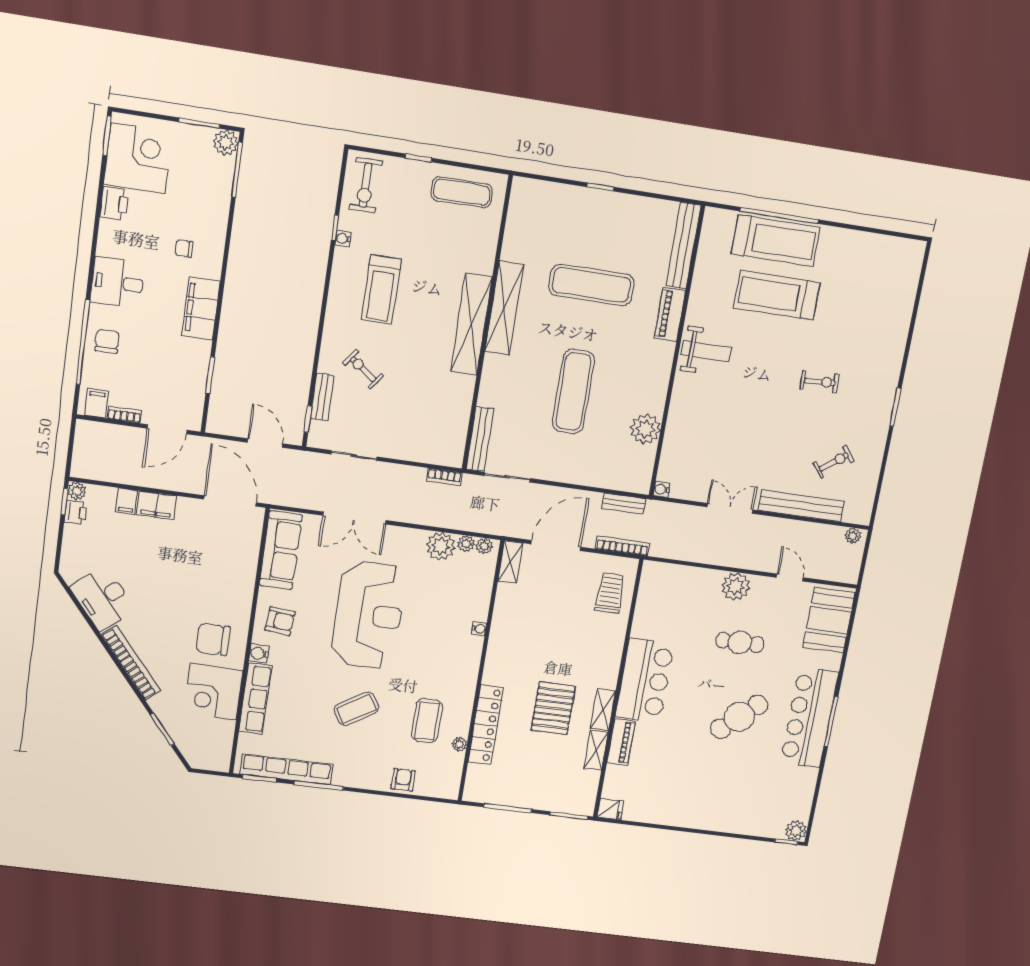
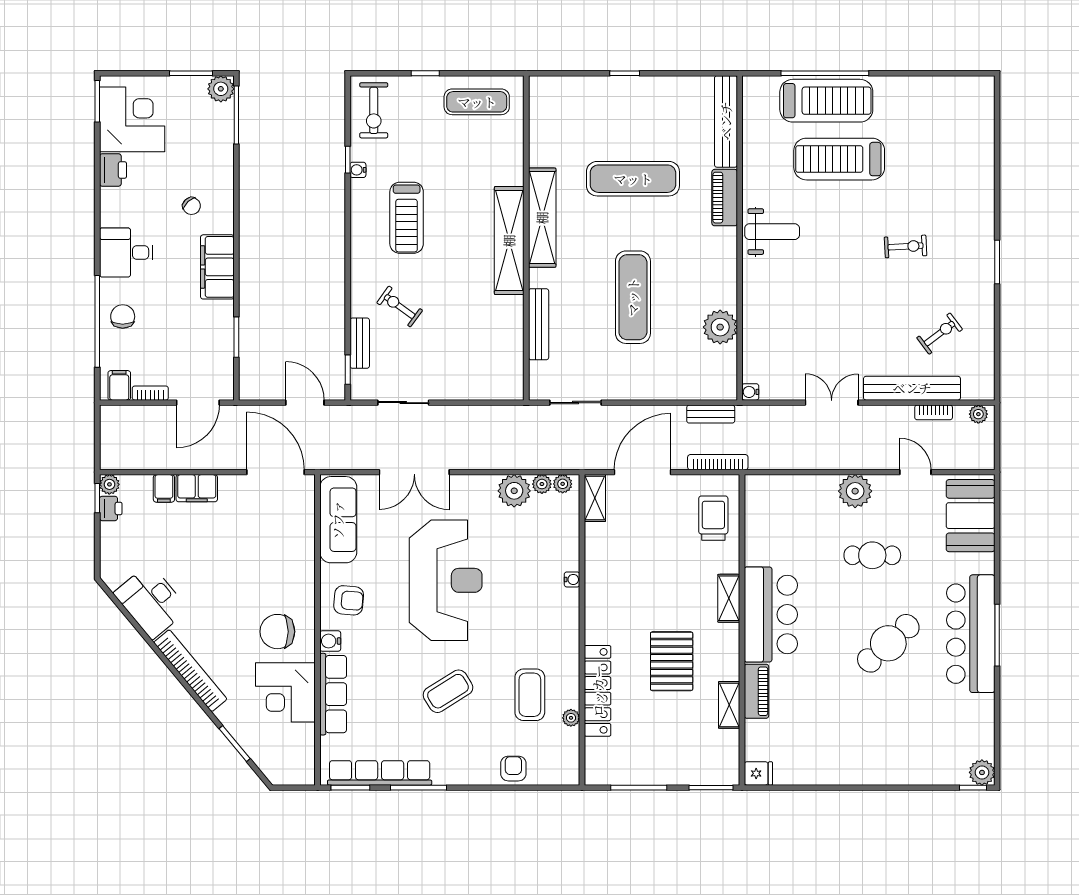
chair: (184, 249) -> (192, 206), turned -134
bench: (480, 439) -> (539, 324), moved
bookcase: (444, 477) -> (934, 412), moved
shelving: (603, 710) -> (729, 598), moved

